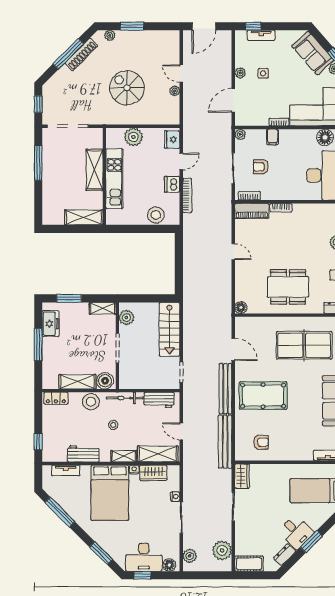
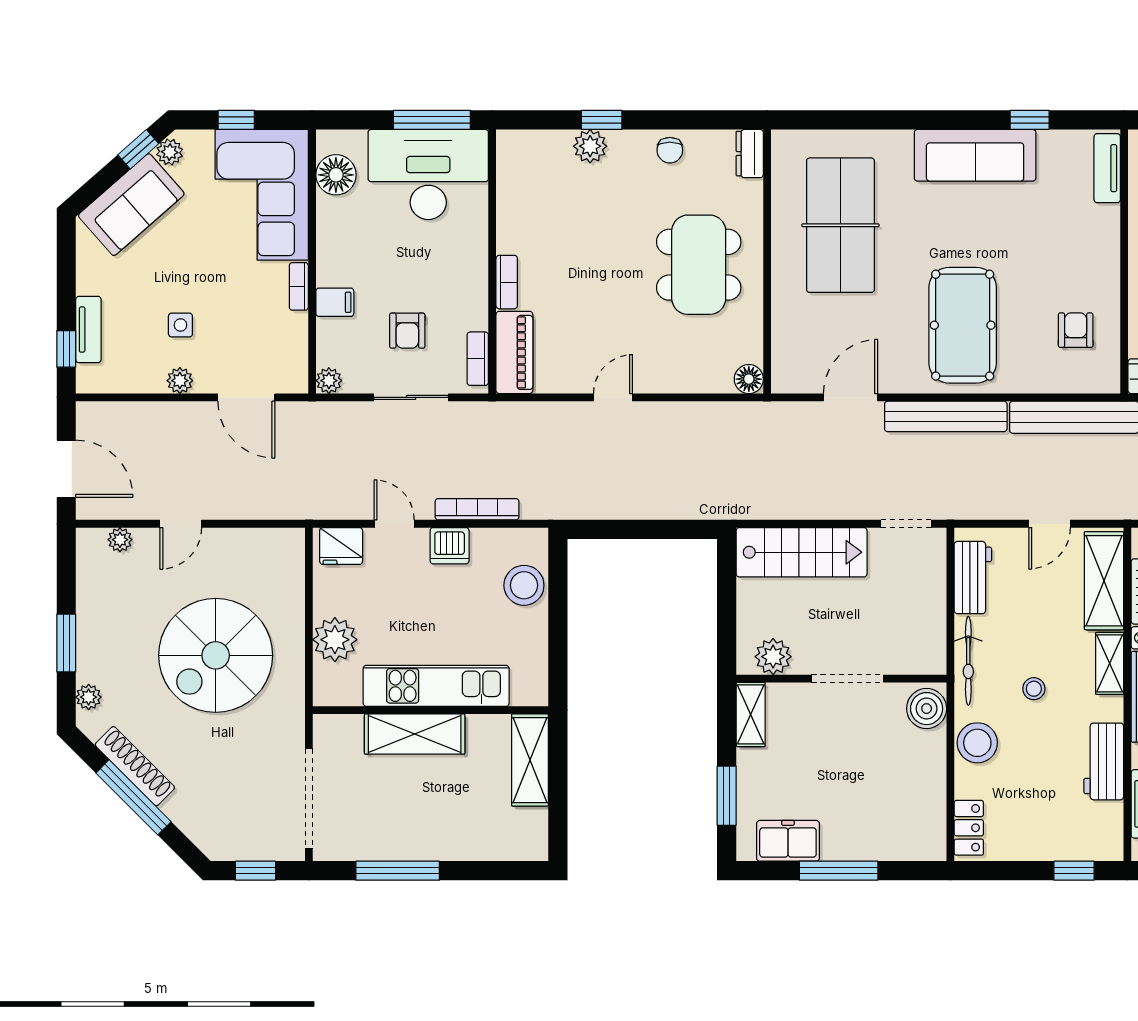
spiral stairs: (127, 88) -> (216, 655), width x1.37, depth x1.37
plant: (175, 91) -> (120, 540), moved
shelving: (77, 382) -> (929, 775), removed

